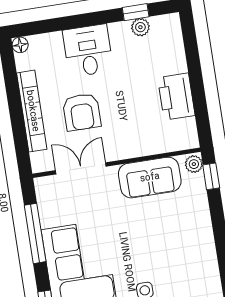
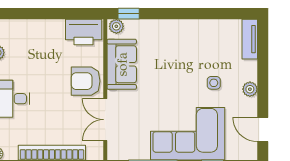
printer: (176, 97) -> (84, 32), moved
armchair: (82, 112) -> (86, 81), moved, turned 180

